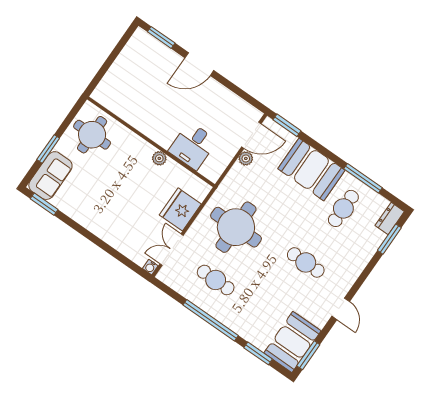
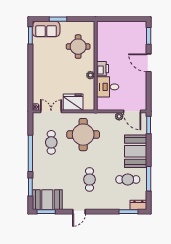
round table: (92, 135) -> (78, 47), moved
printer: (162, 135) -> (102, 69), added

